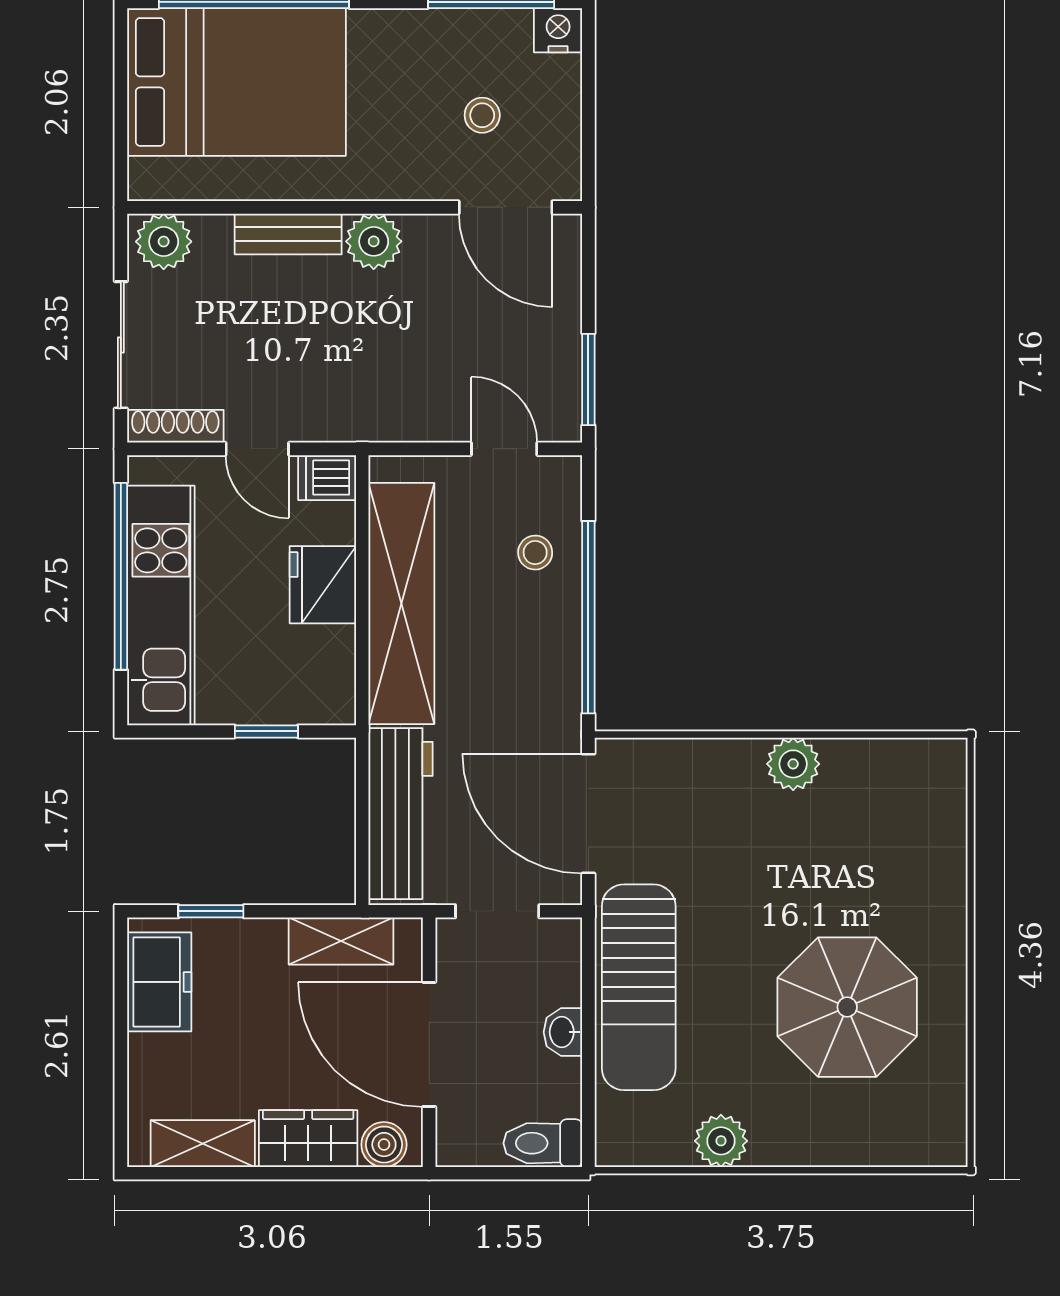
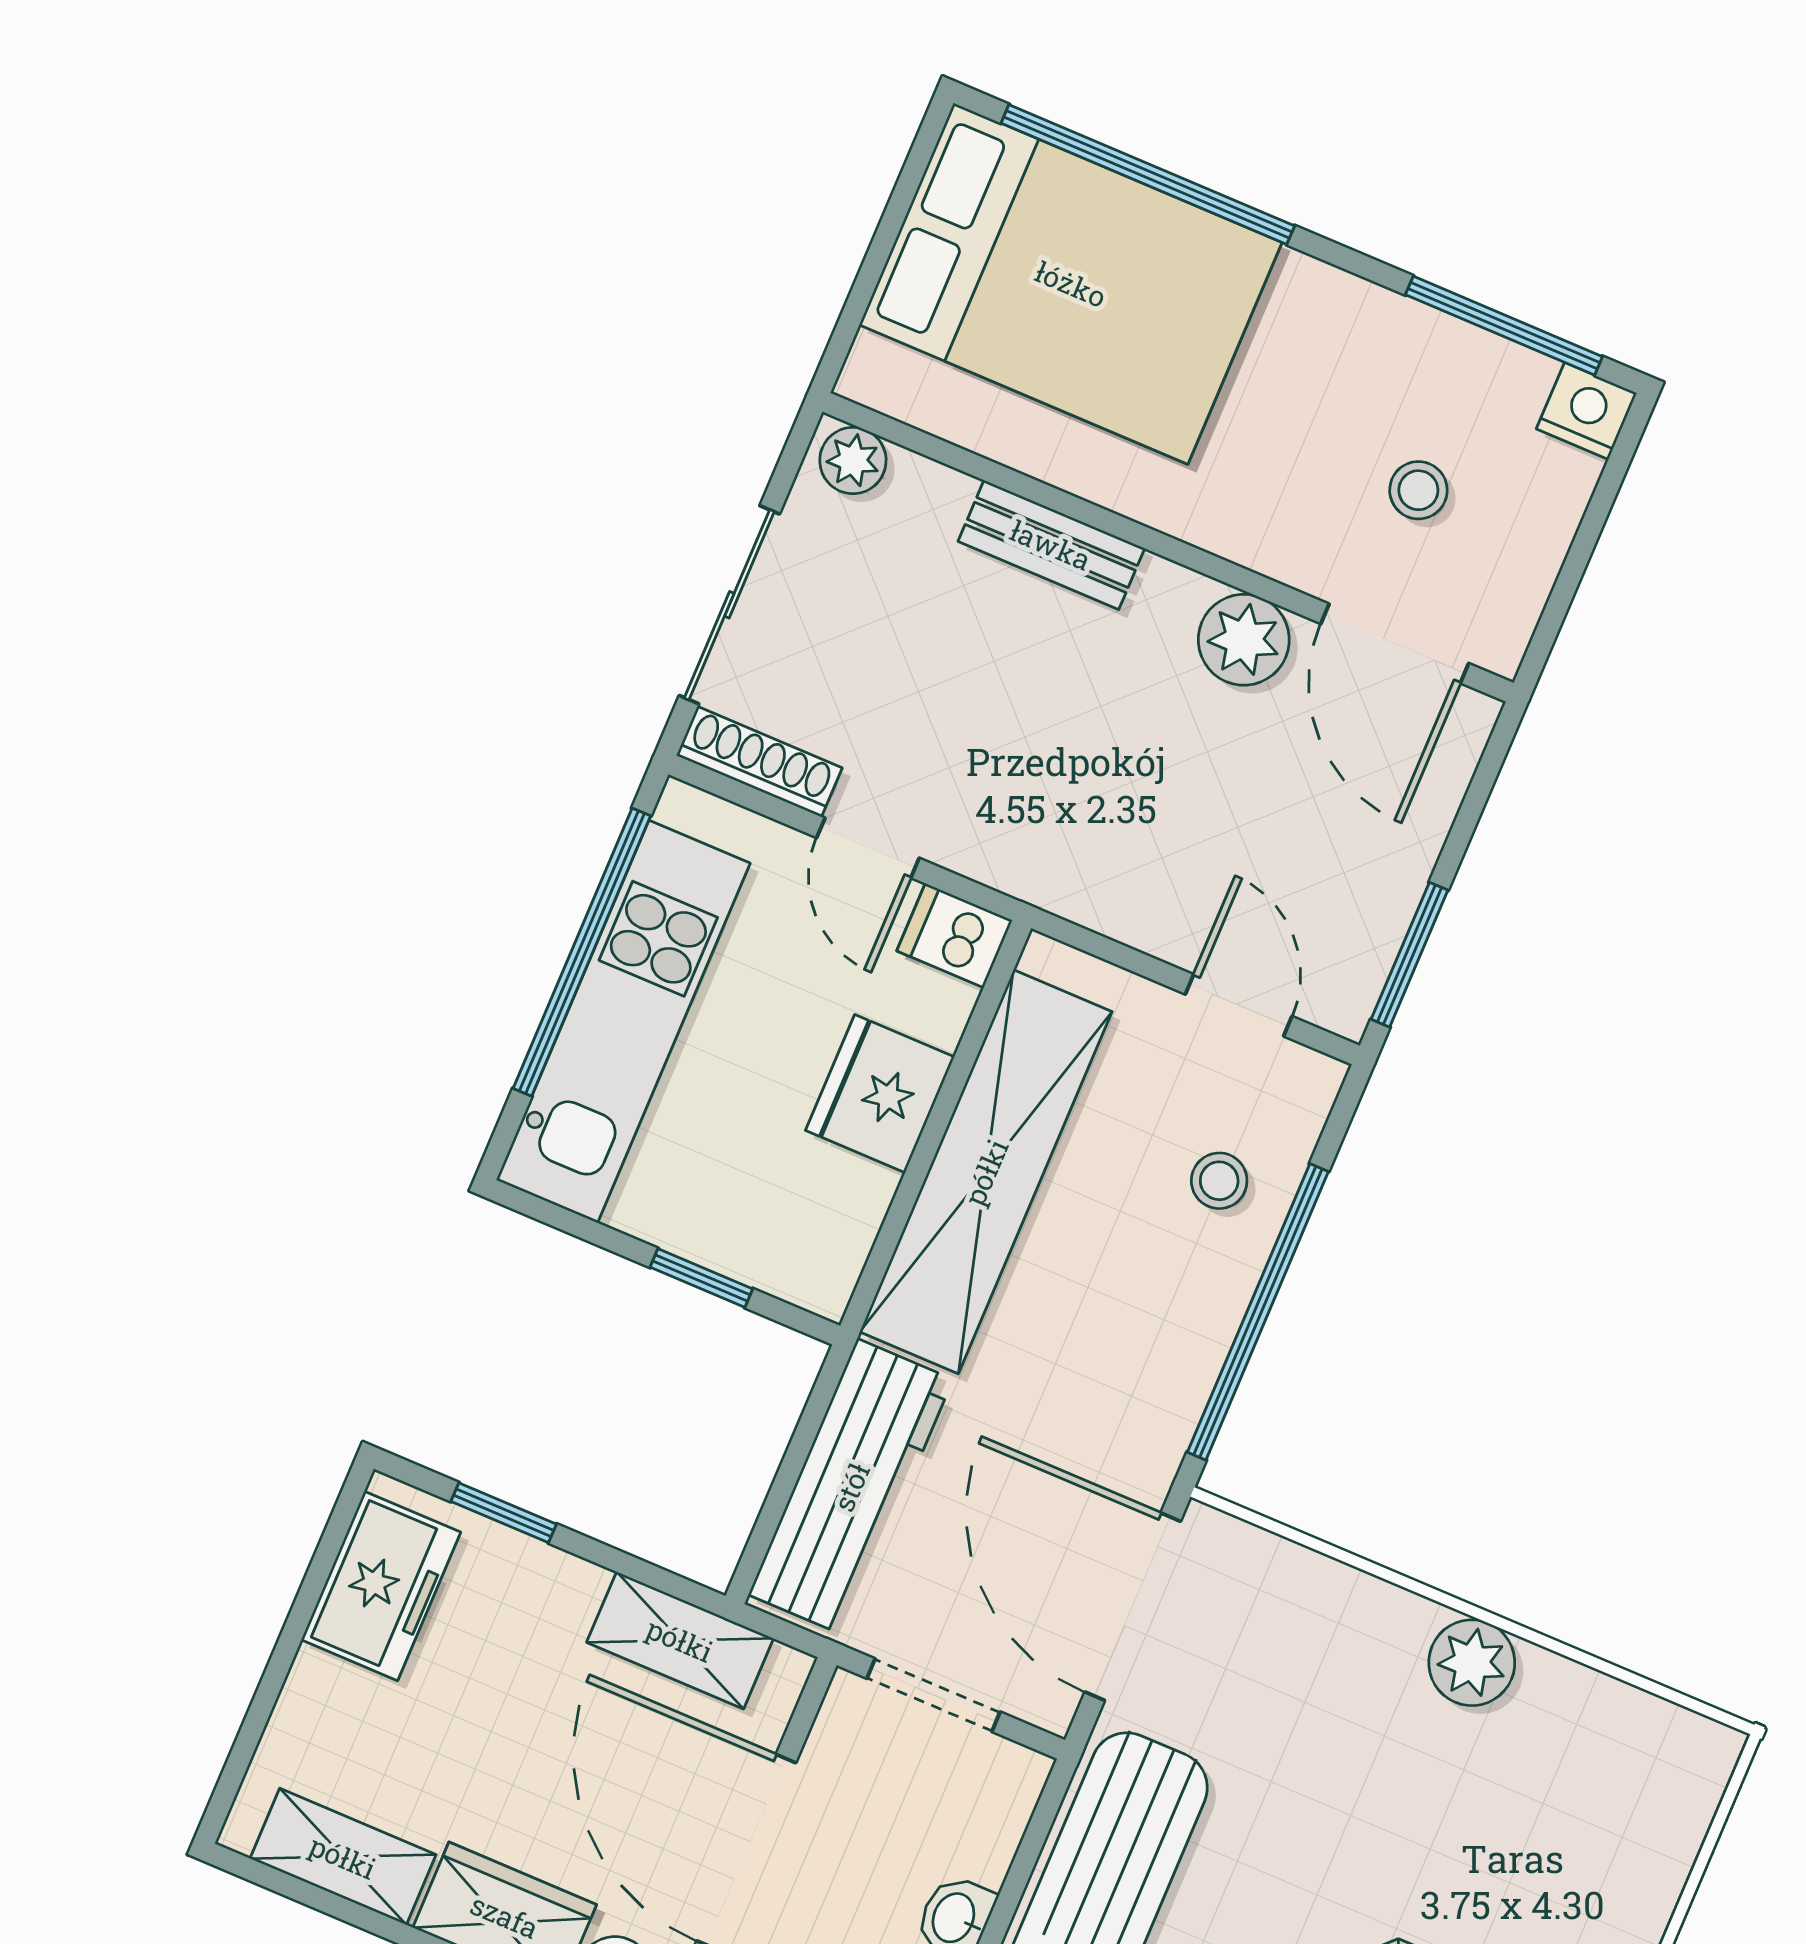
plant: (374, 241) -> (1244, 640), moved
plant: (164, 242) -> (853, 460), width x0.73, depth x0.73

